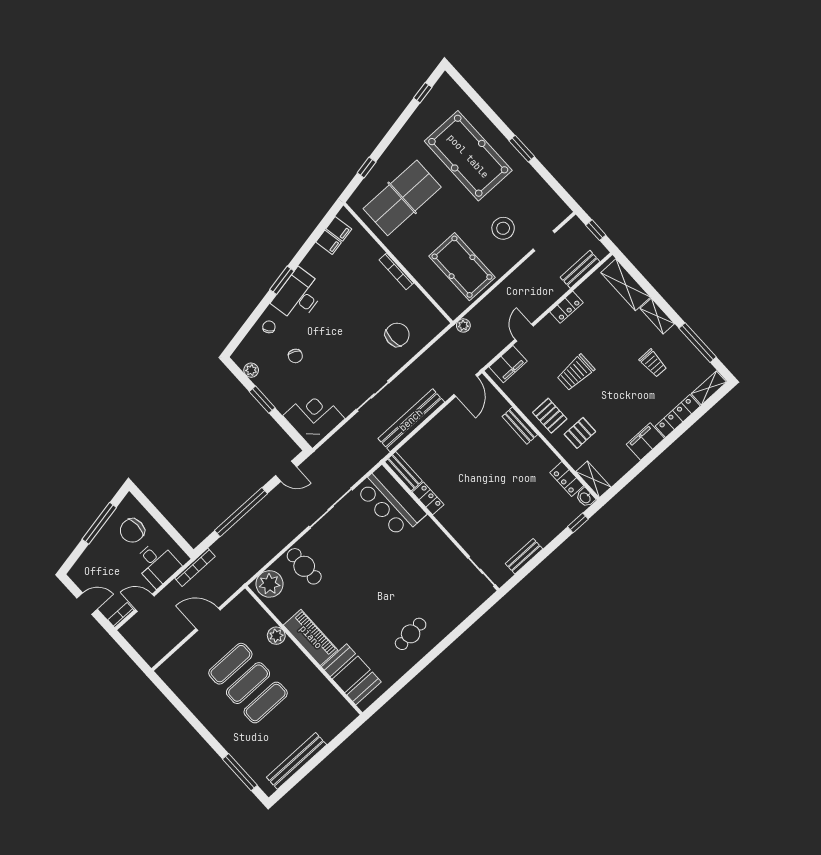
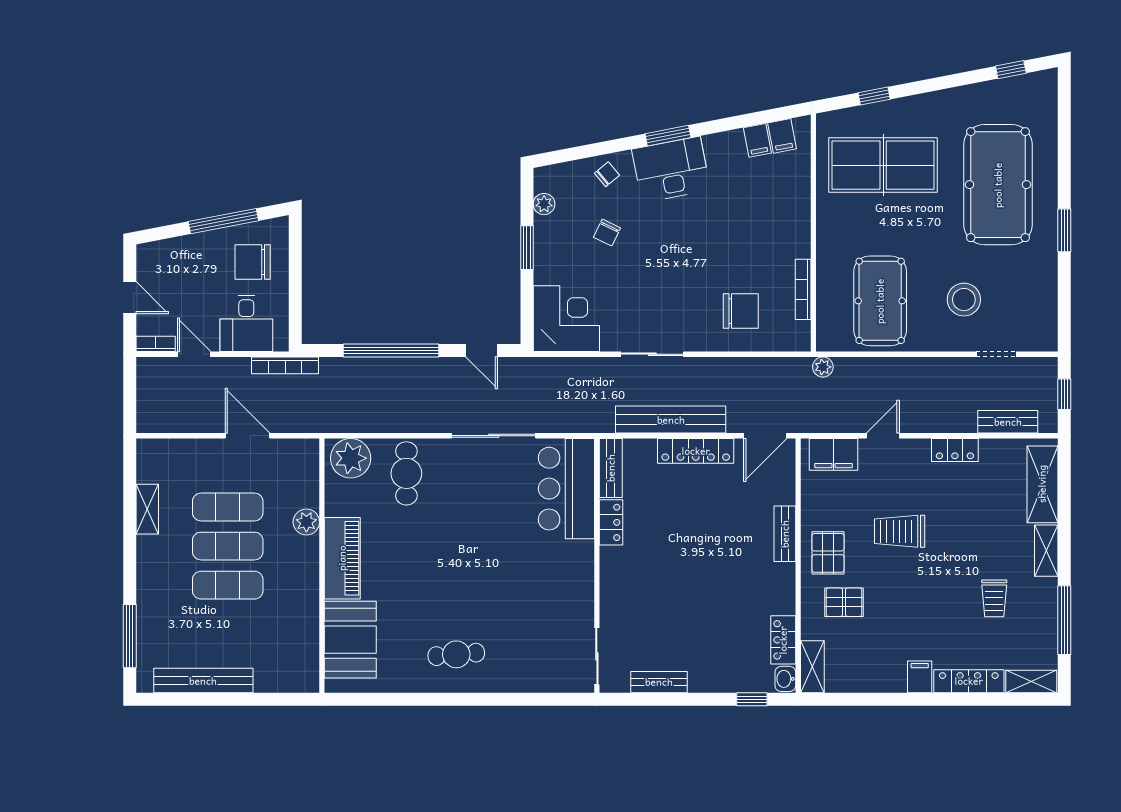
bookcase: (396, 271) -> (803, 289), moved
locker: (438, 425) -> (696, 451), added
filing cabinet: (645, 441) -> (920, 677), width x0.50
shelving: (191, 701) -> (147, 509), added

